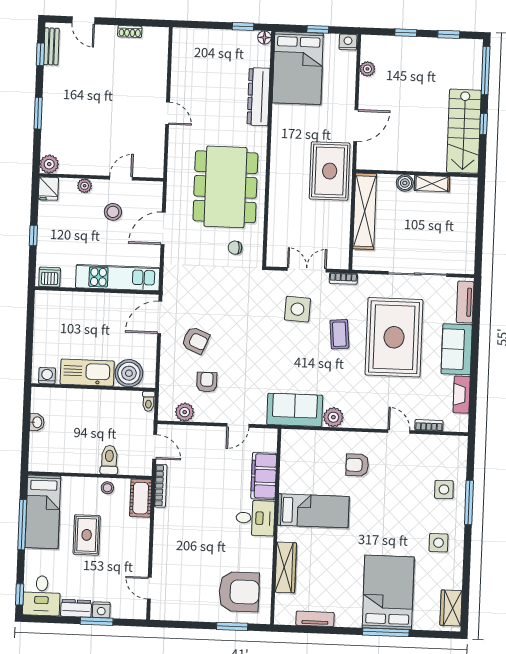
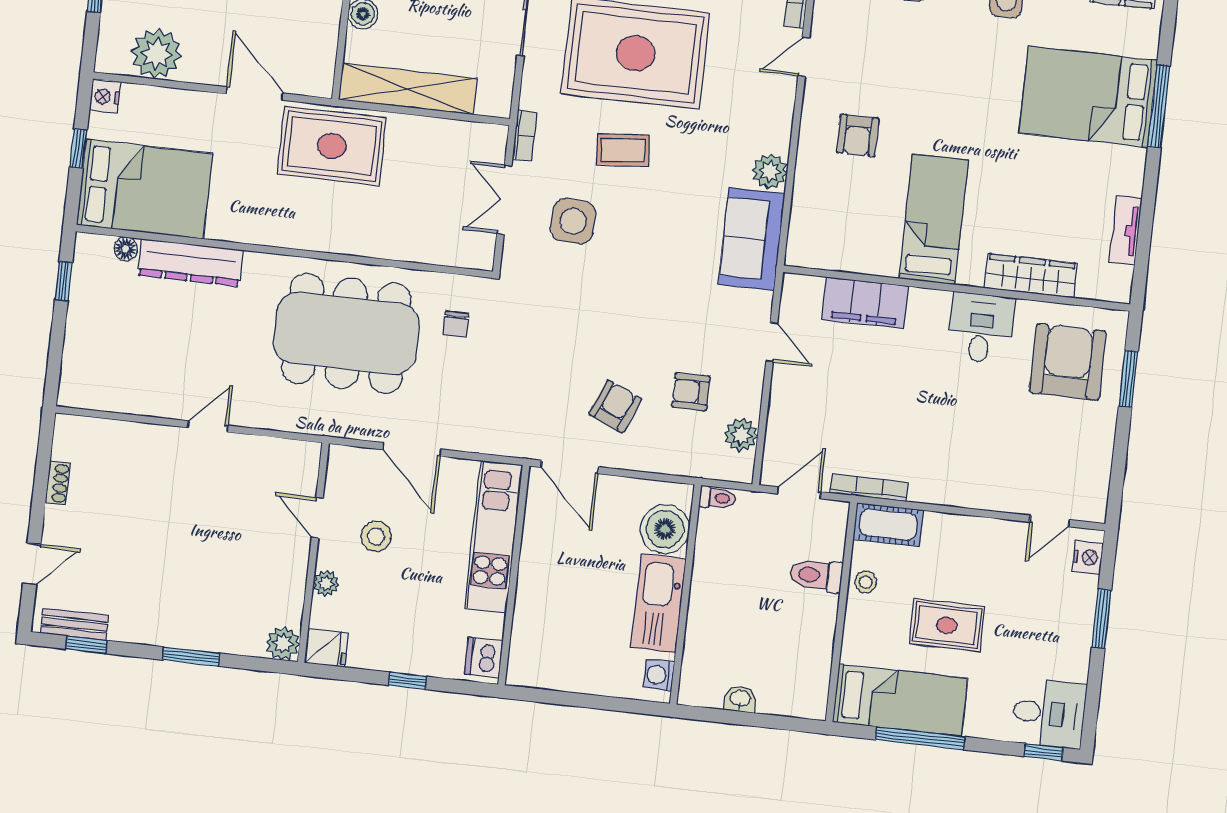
floor lamp: (264, 37) -> (126, 249), moved
plant: (367, 69) -> (157, 54), width x1.87, depth x1.87
desk: (255, 518) -> (981, 328), moved
dresser: (76, 608) -> (1076, 654), removed
nightstand: (101, 610) -> (1088, 557), moved

